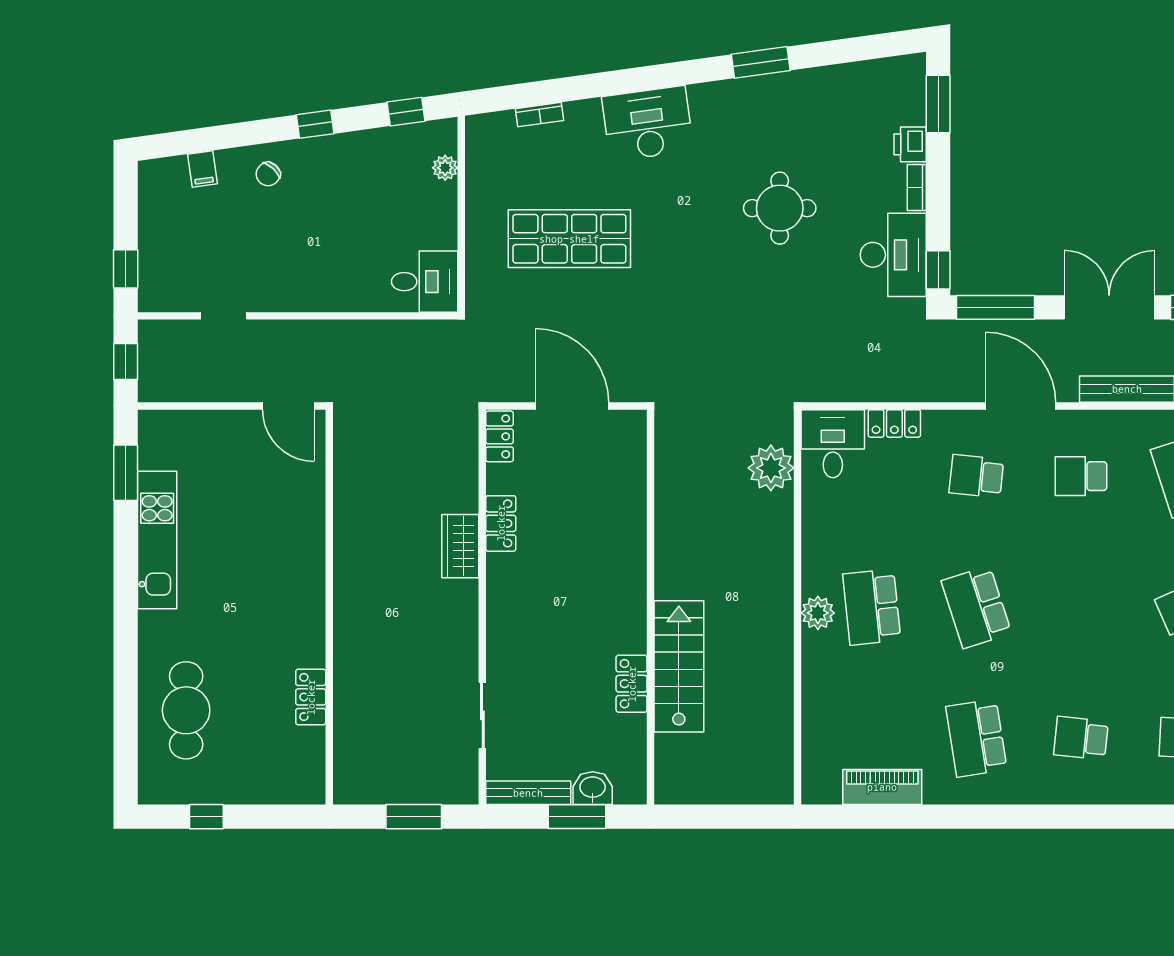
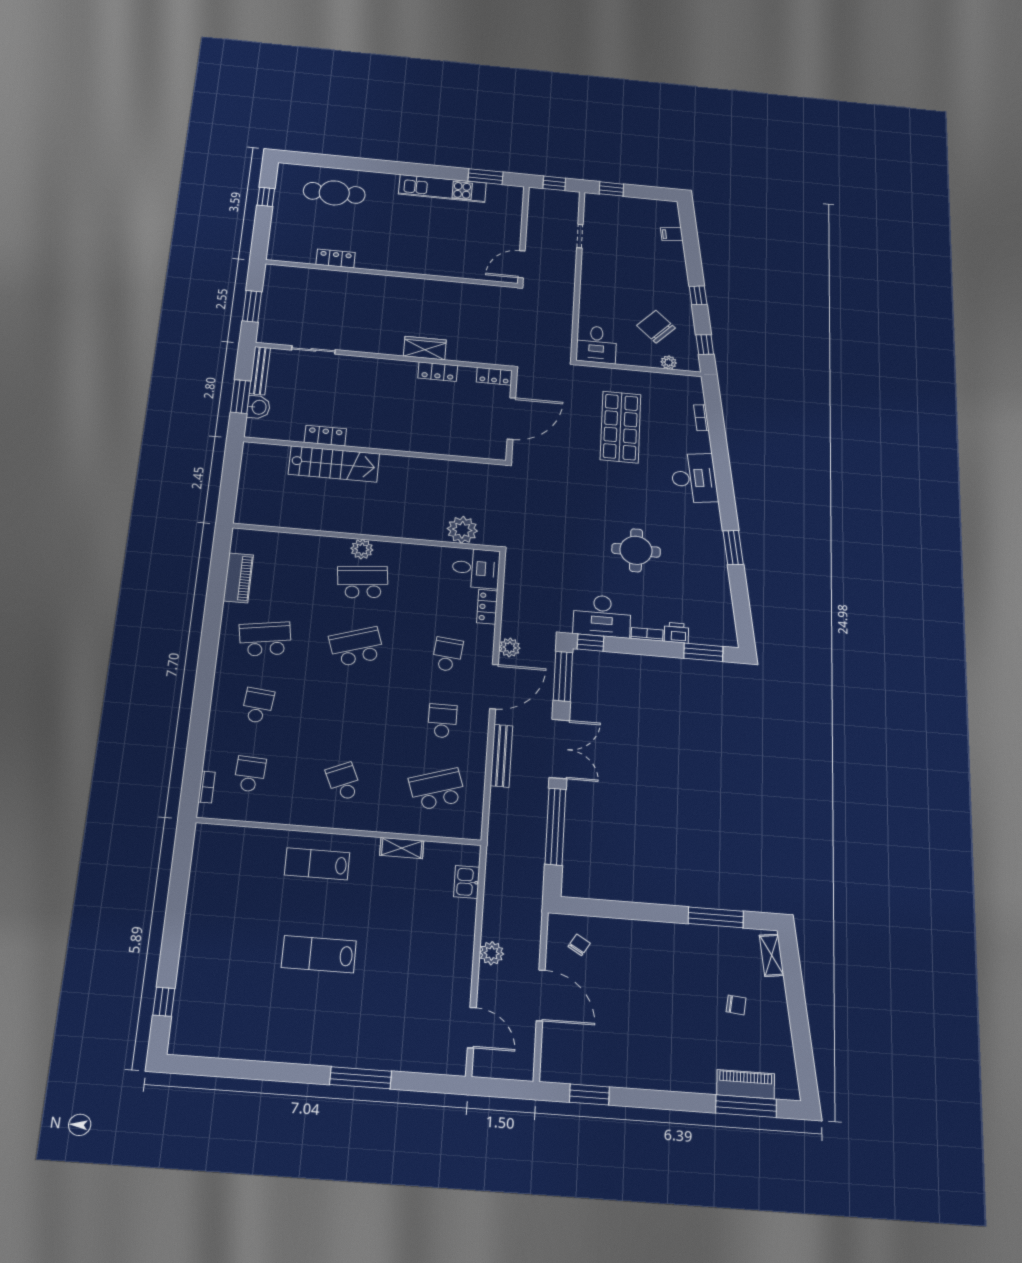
chair: (268, 174) -> (656, 327), moved, width x1.87, depth x1.87
plant: (957, 387) -> (510, 647), added

